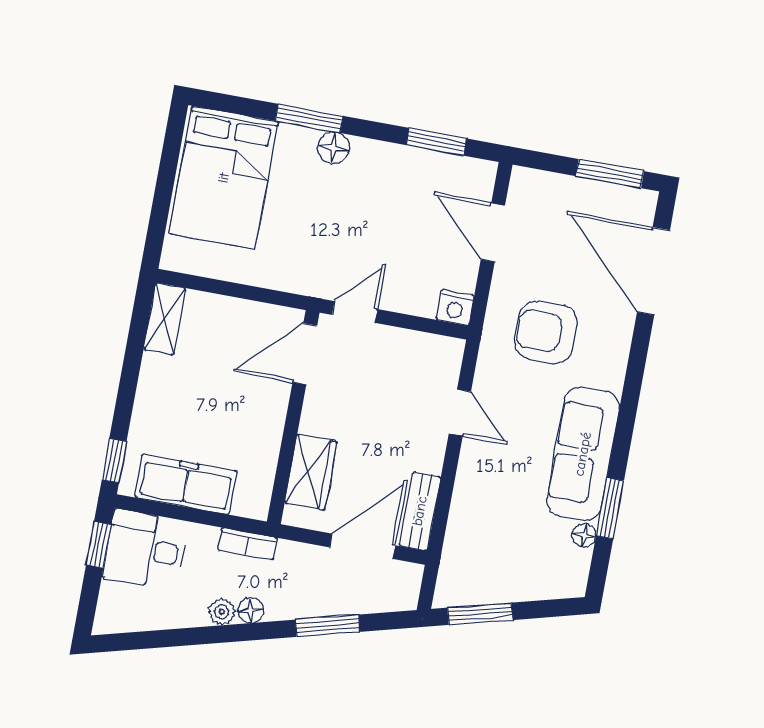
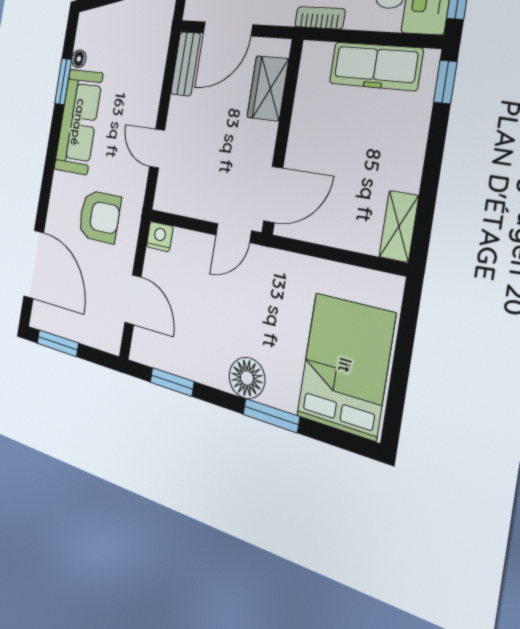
floor lamp: (333, 148) -> (247, 378), width x1.38, depth x1.38

